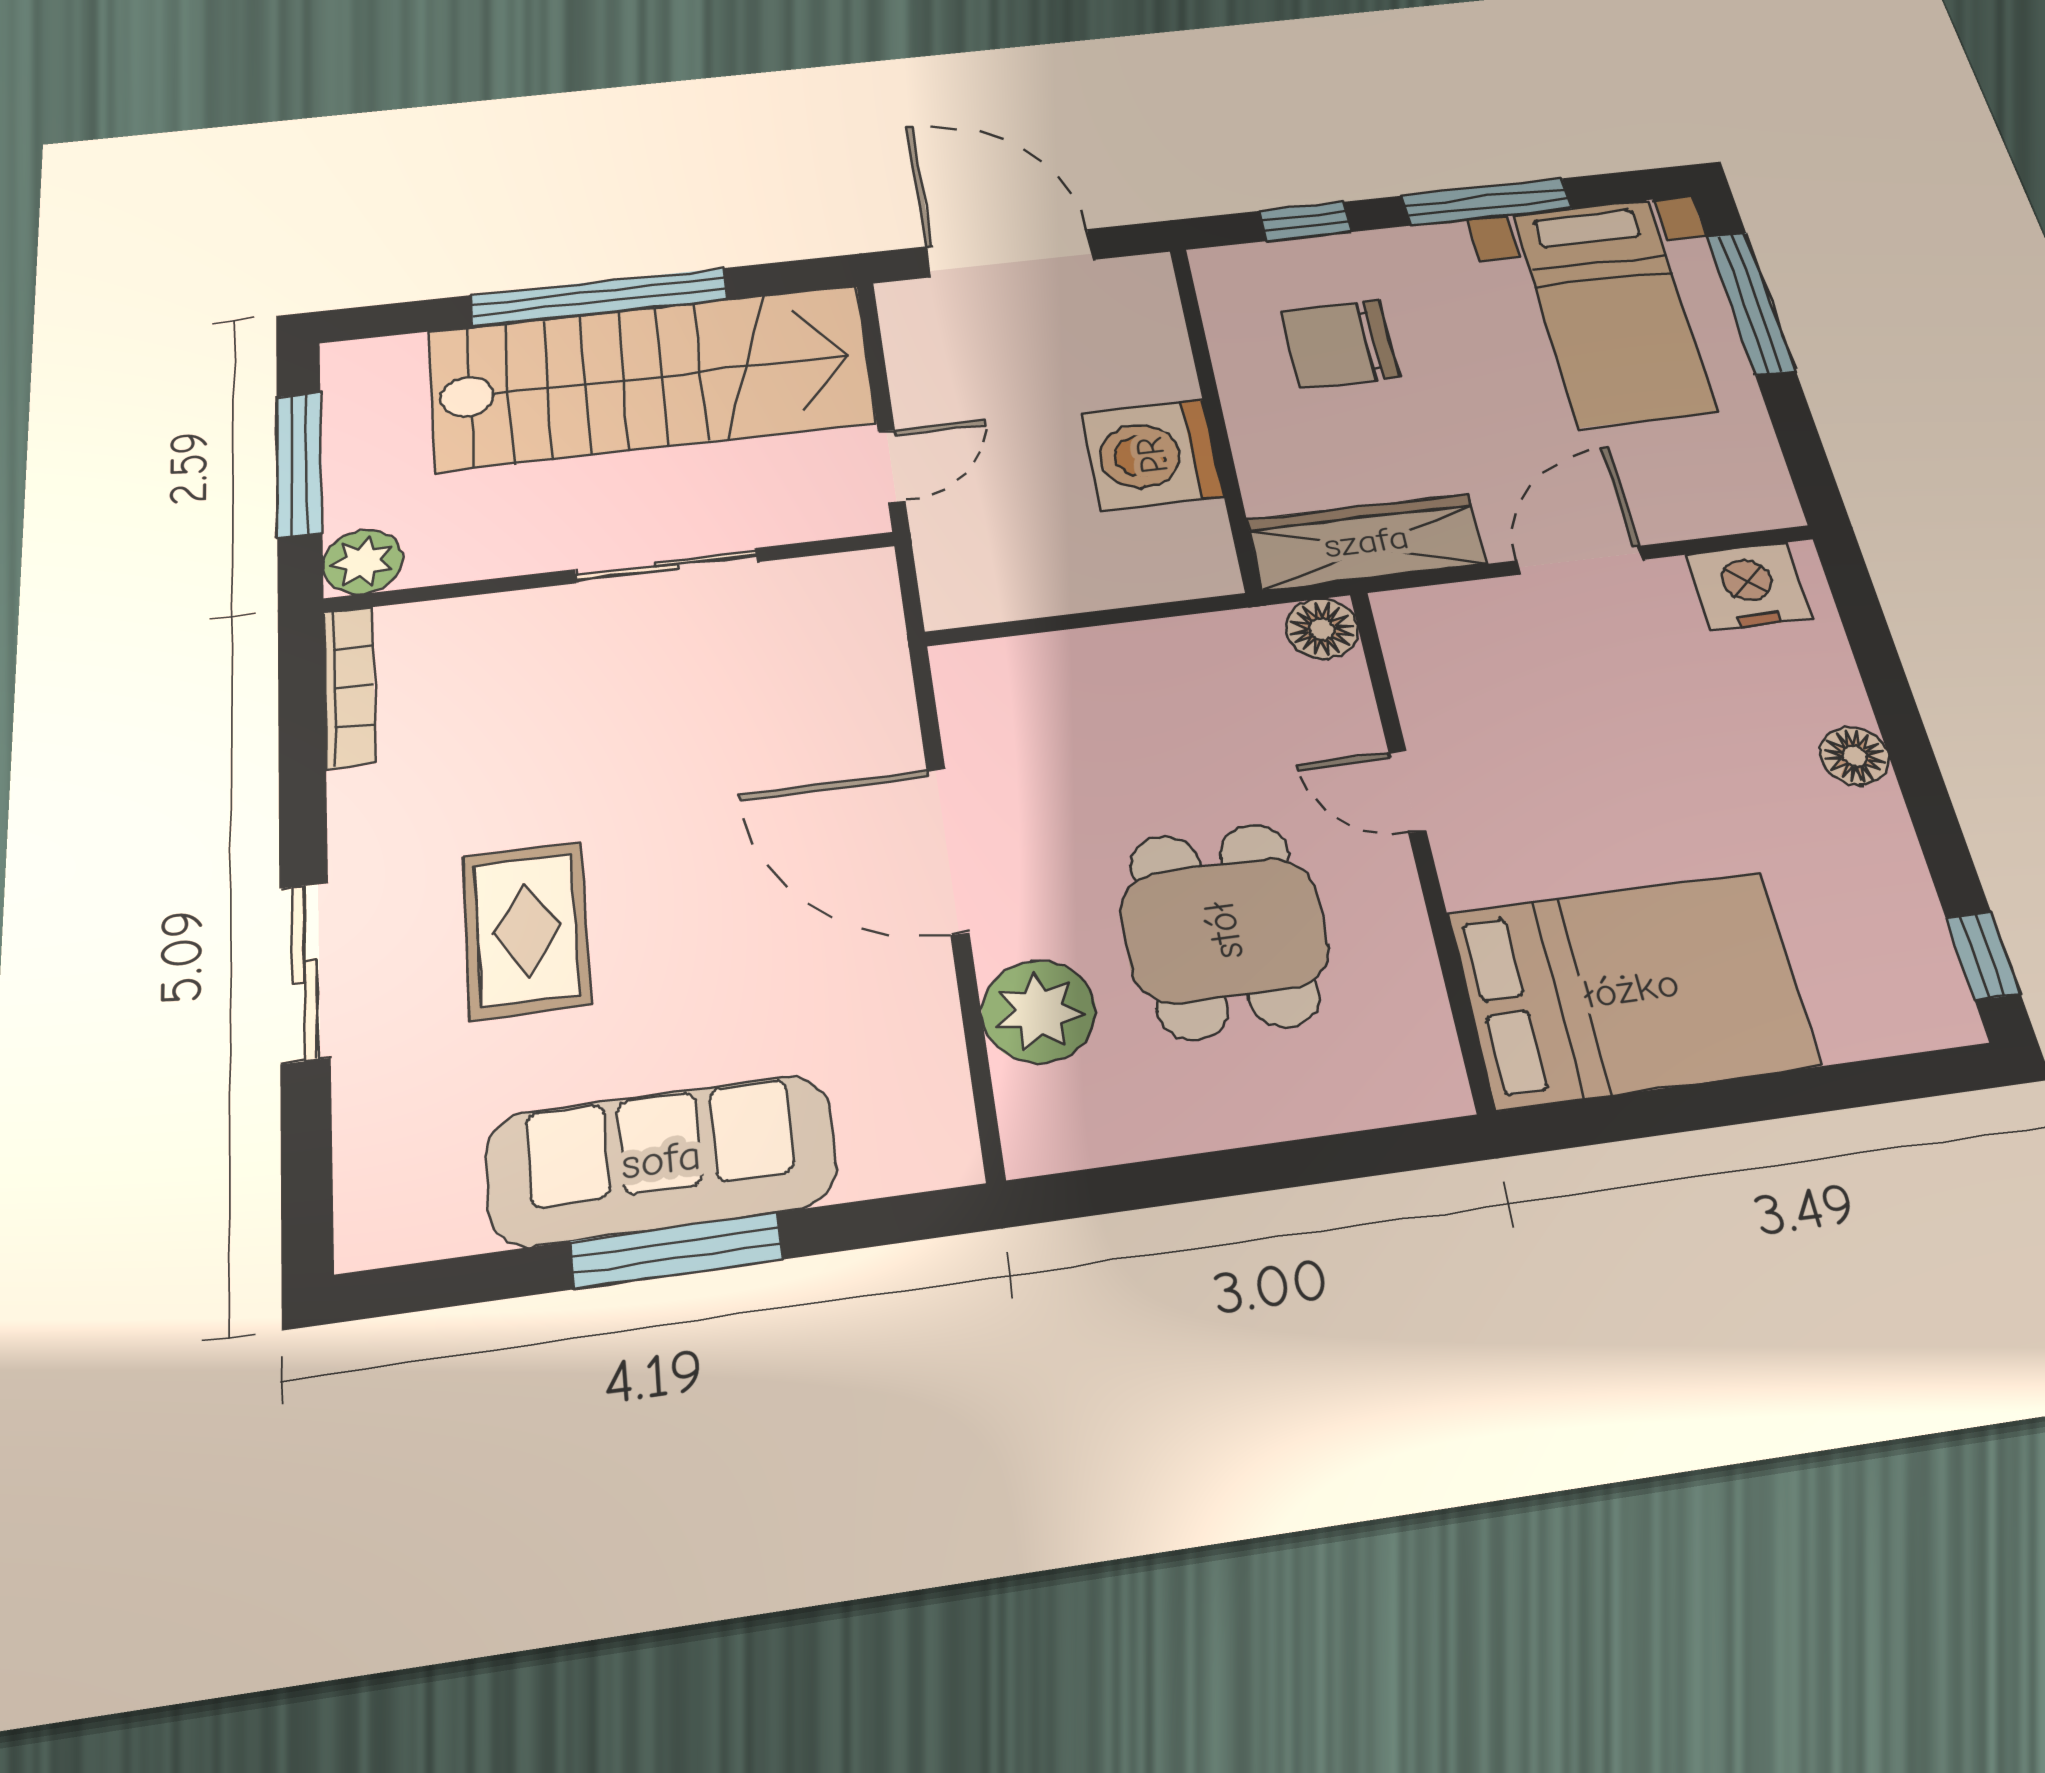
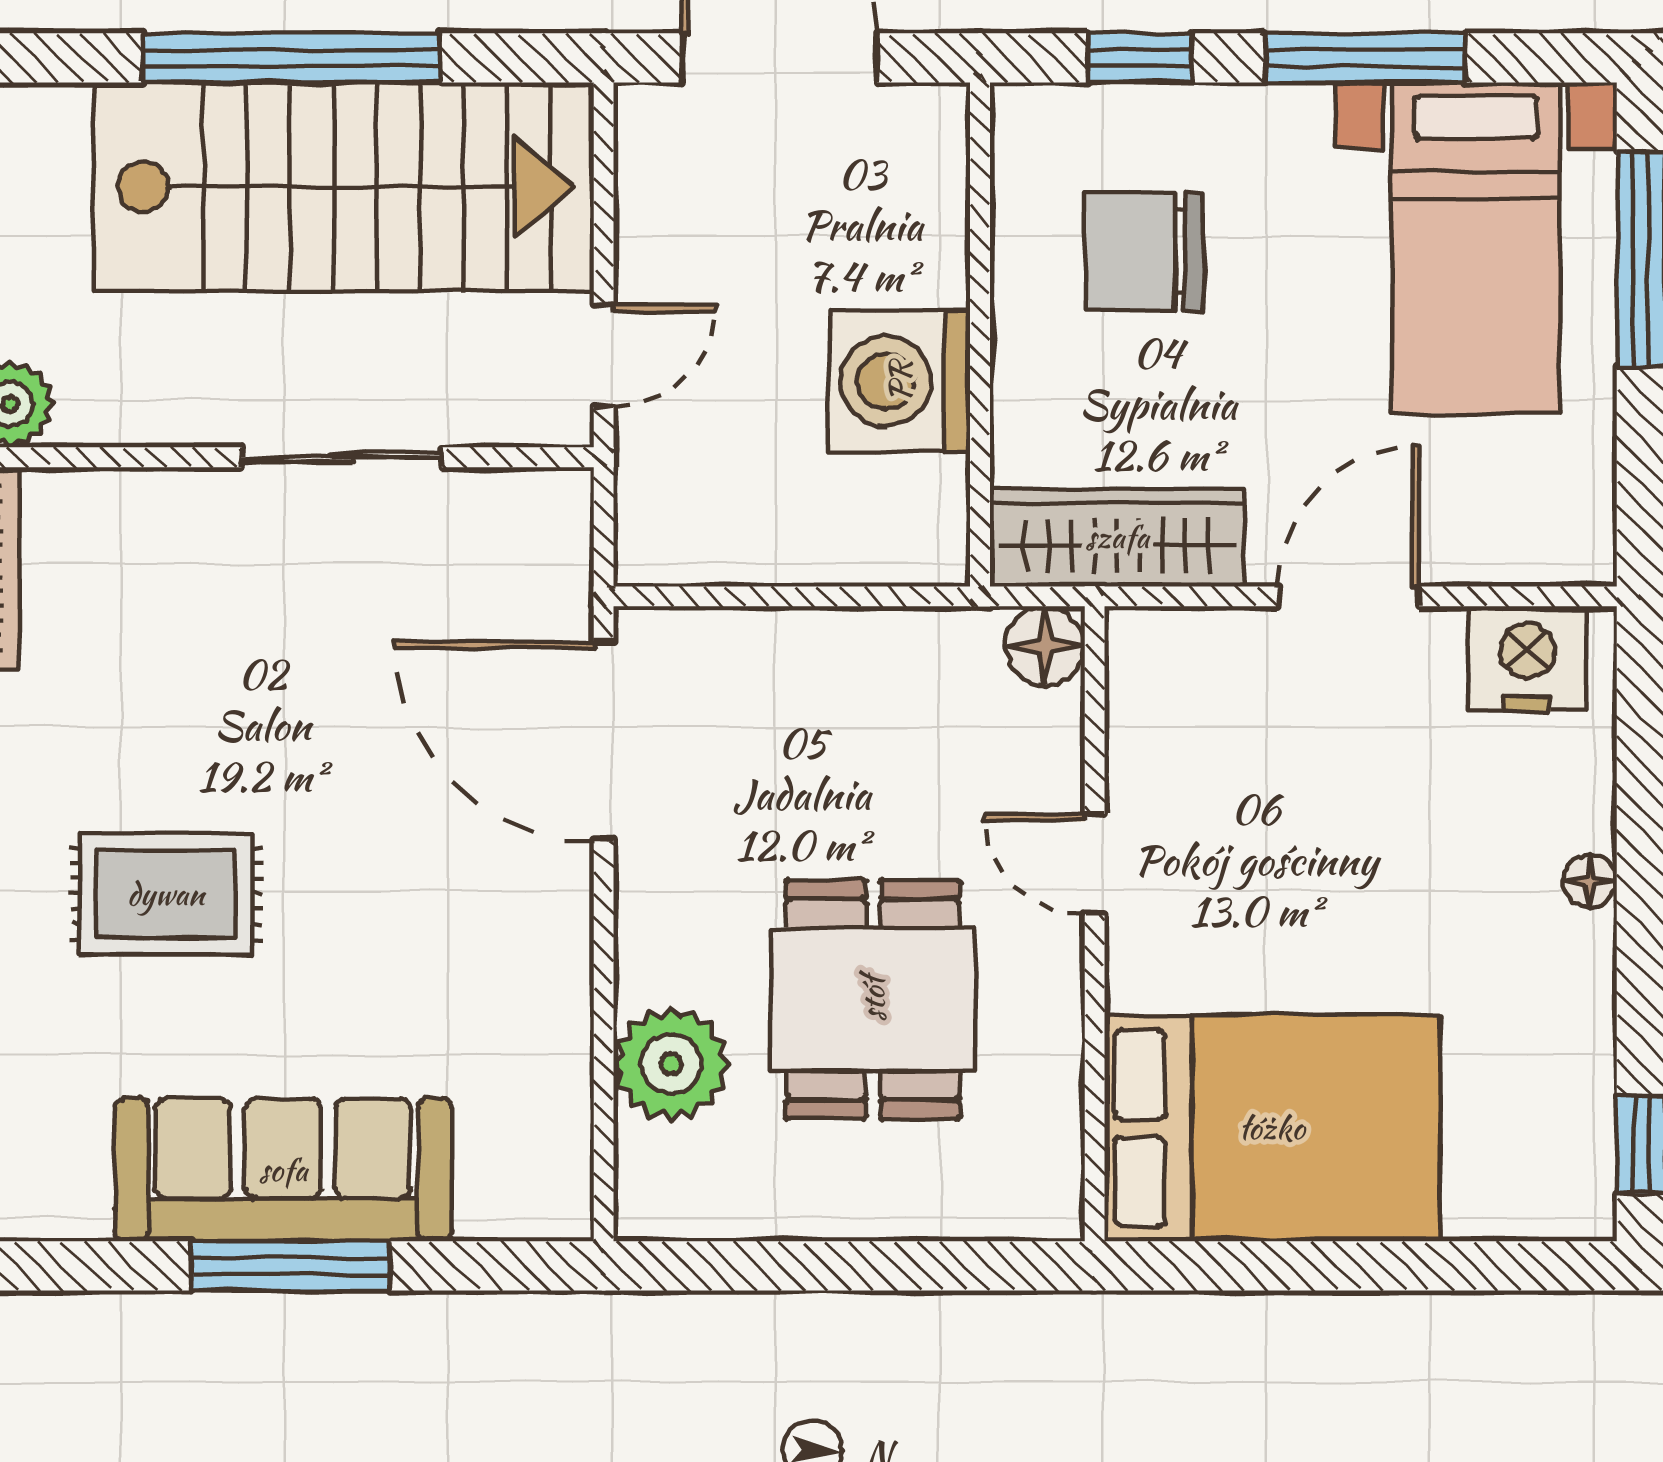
floor lamp: (1854, 756) -> (1590, 881), width x0.73, depth x0.73
door: (948, 850) -> (604, 741), moved
rug: (527, 930) -> (166, 894), turned 90

